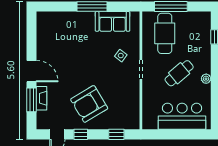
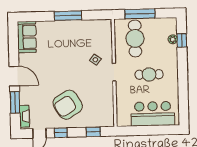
sofa: (113, 21) -> (27, 37), moved, turned -90
cafe table: (179, 73) -> (149, 74), turned 40
plant: (206, 79) -> (173, 39), moved
fireplace: (42, 98) -> (24, 116), moved

